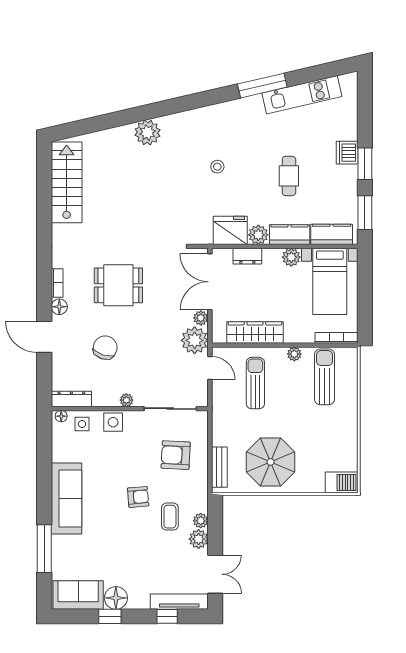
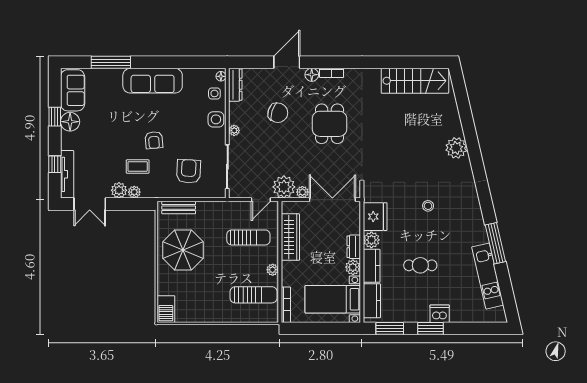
dresser: (247, 256) -> (354, 247), moved

